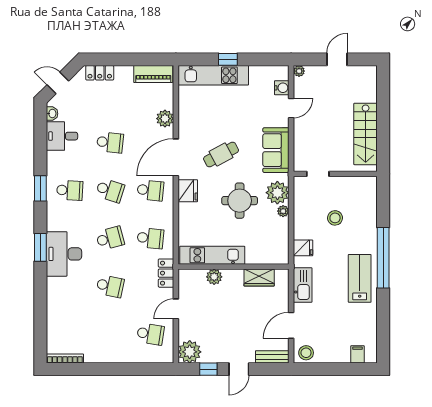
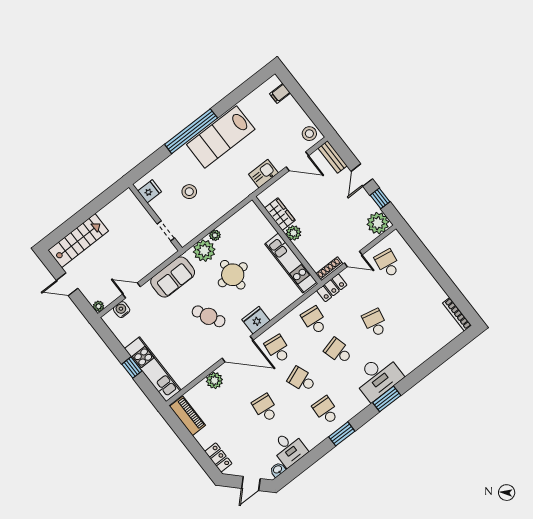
door: (58, 83) -> (251, 483), hinge flipped
stairs: (366, 134) -> (78, 241), moved
school desk: (110, 190) -> (302, 380), turned -39
fridge: (303, 248) -> (150, 191), moved, turned 90
plant: (214, 277) -> (294, 233), moved
lab bench: (360, 278) -> (221, 137), width x1.36, depth x1.39
shoe rack: (183, 283) -> (329, 269), added
kitchen sink: (303, 285) -> (263, 174), width x0.73
door: (239, 369) -> (362, 175), swing flipped

